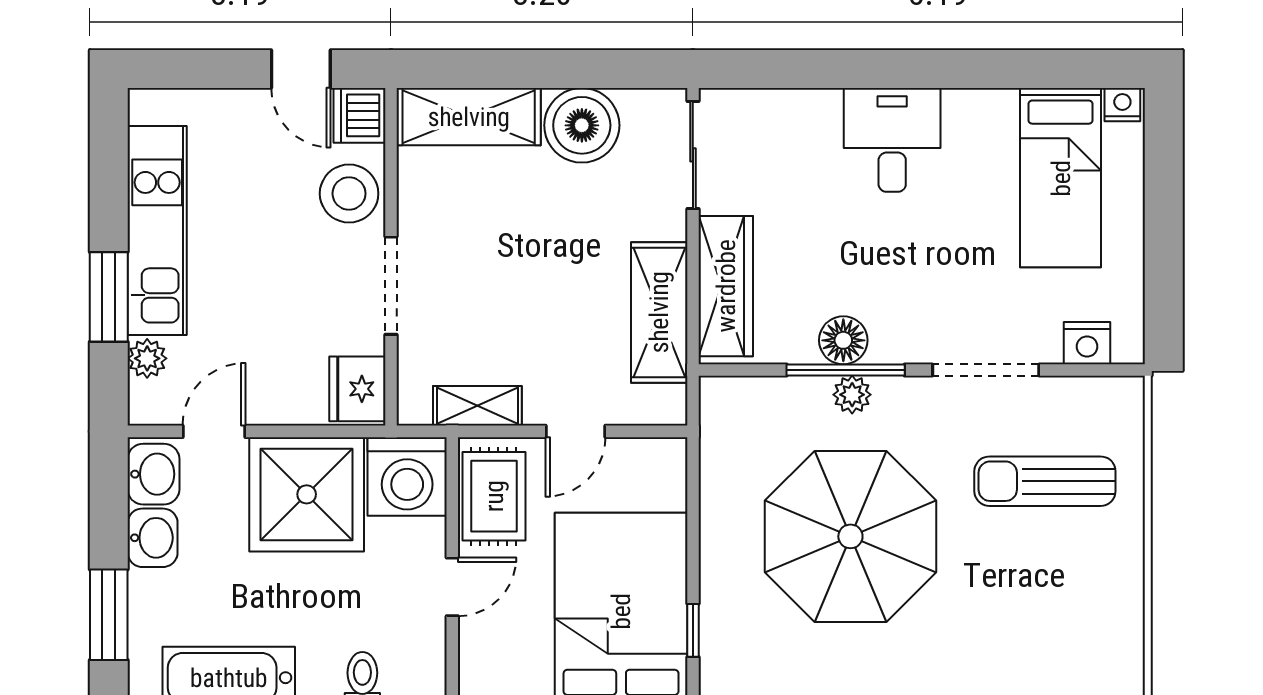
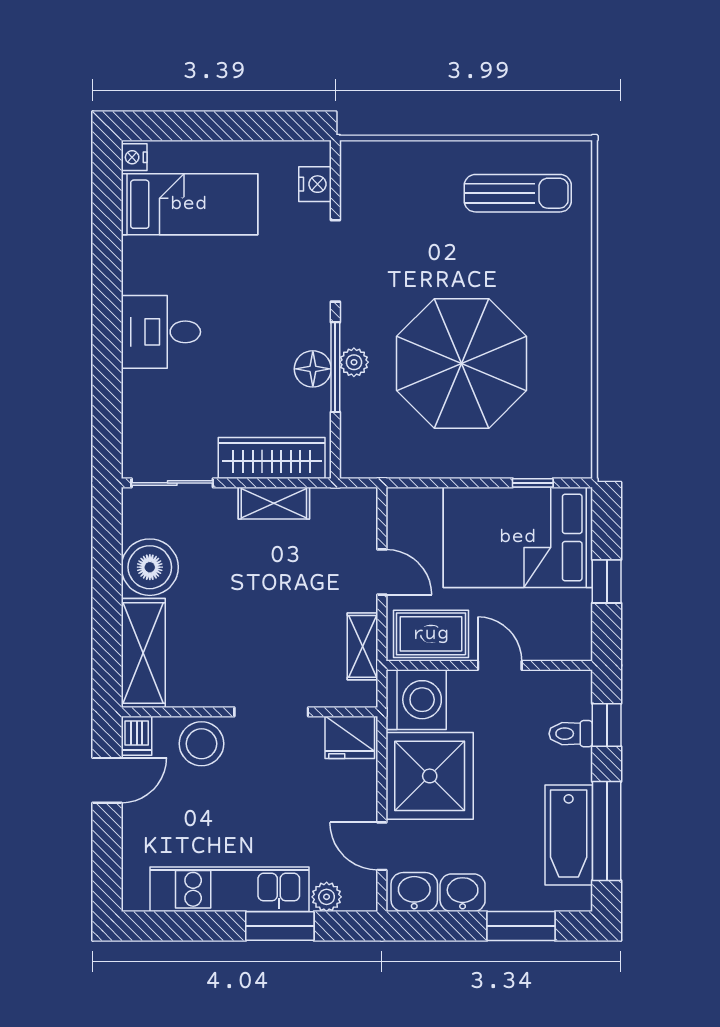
dishwasher: (360, 115) -> (137, 736), width x0.73
shelving: (659, 312) -> (274, 503), width x0.67, depth x0.75
sun lounger: (1045, 481) -> (518, 193), moved, turned -90

